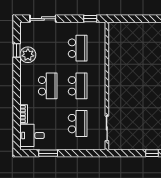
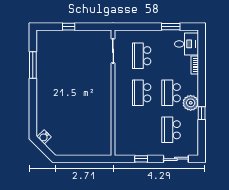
window: (90, 19) -> (141, 159), moved
school desk: (78, 48) -> (171, 130), moved
window: (17, 50) -> (202, 113), moved
plant: (28, 55) -> (191, 103), moved

